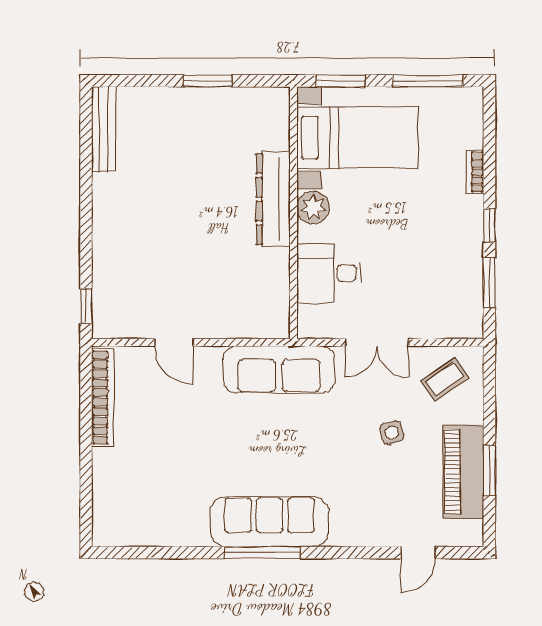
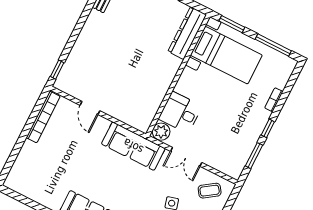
dresser: (273, 199) -> (187, 33), moved
plant: (313, 208) -> (161, 132), moved

